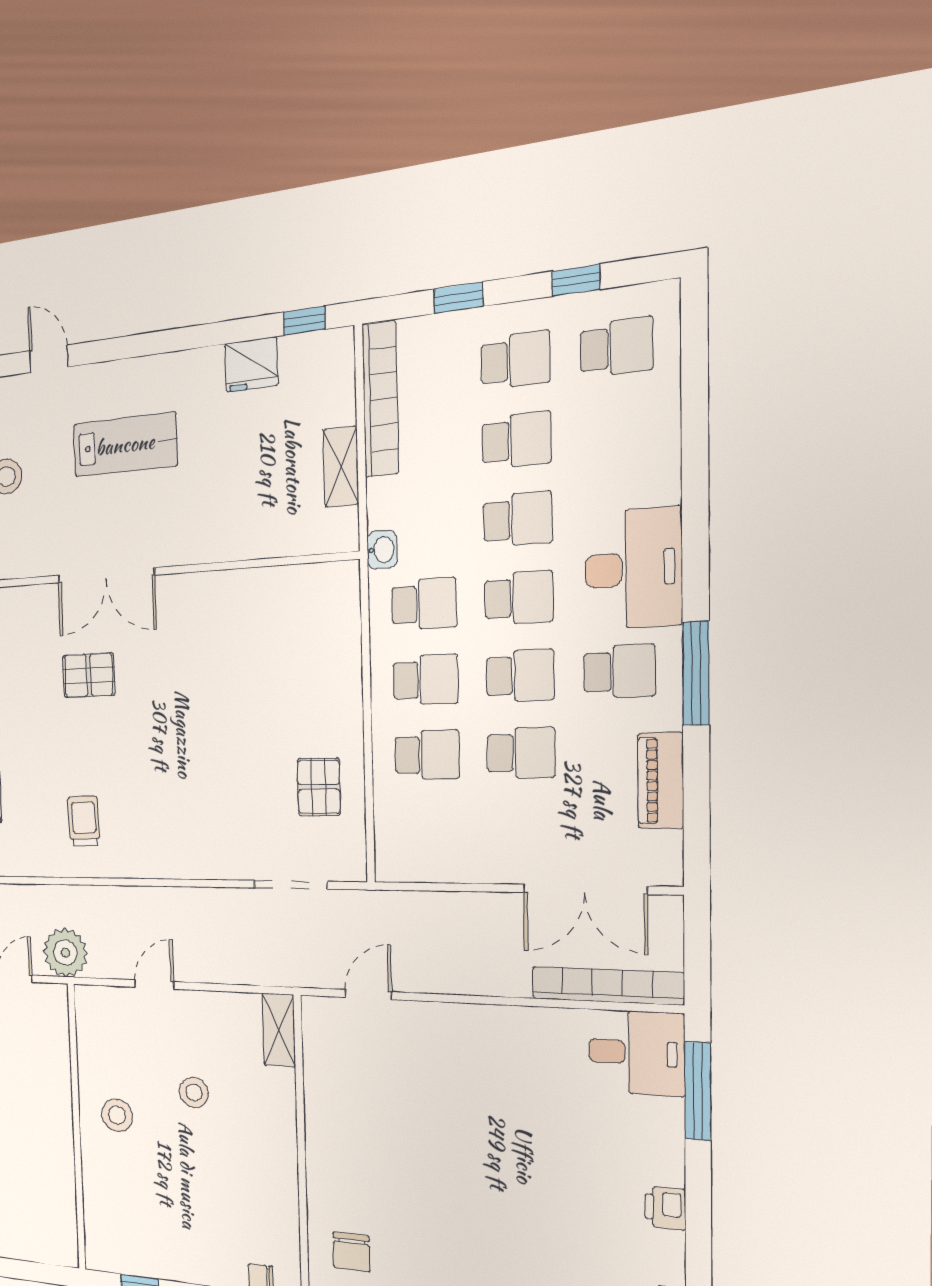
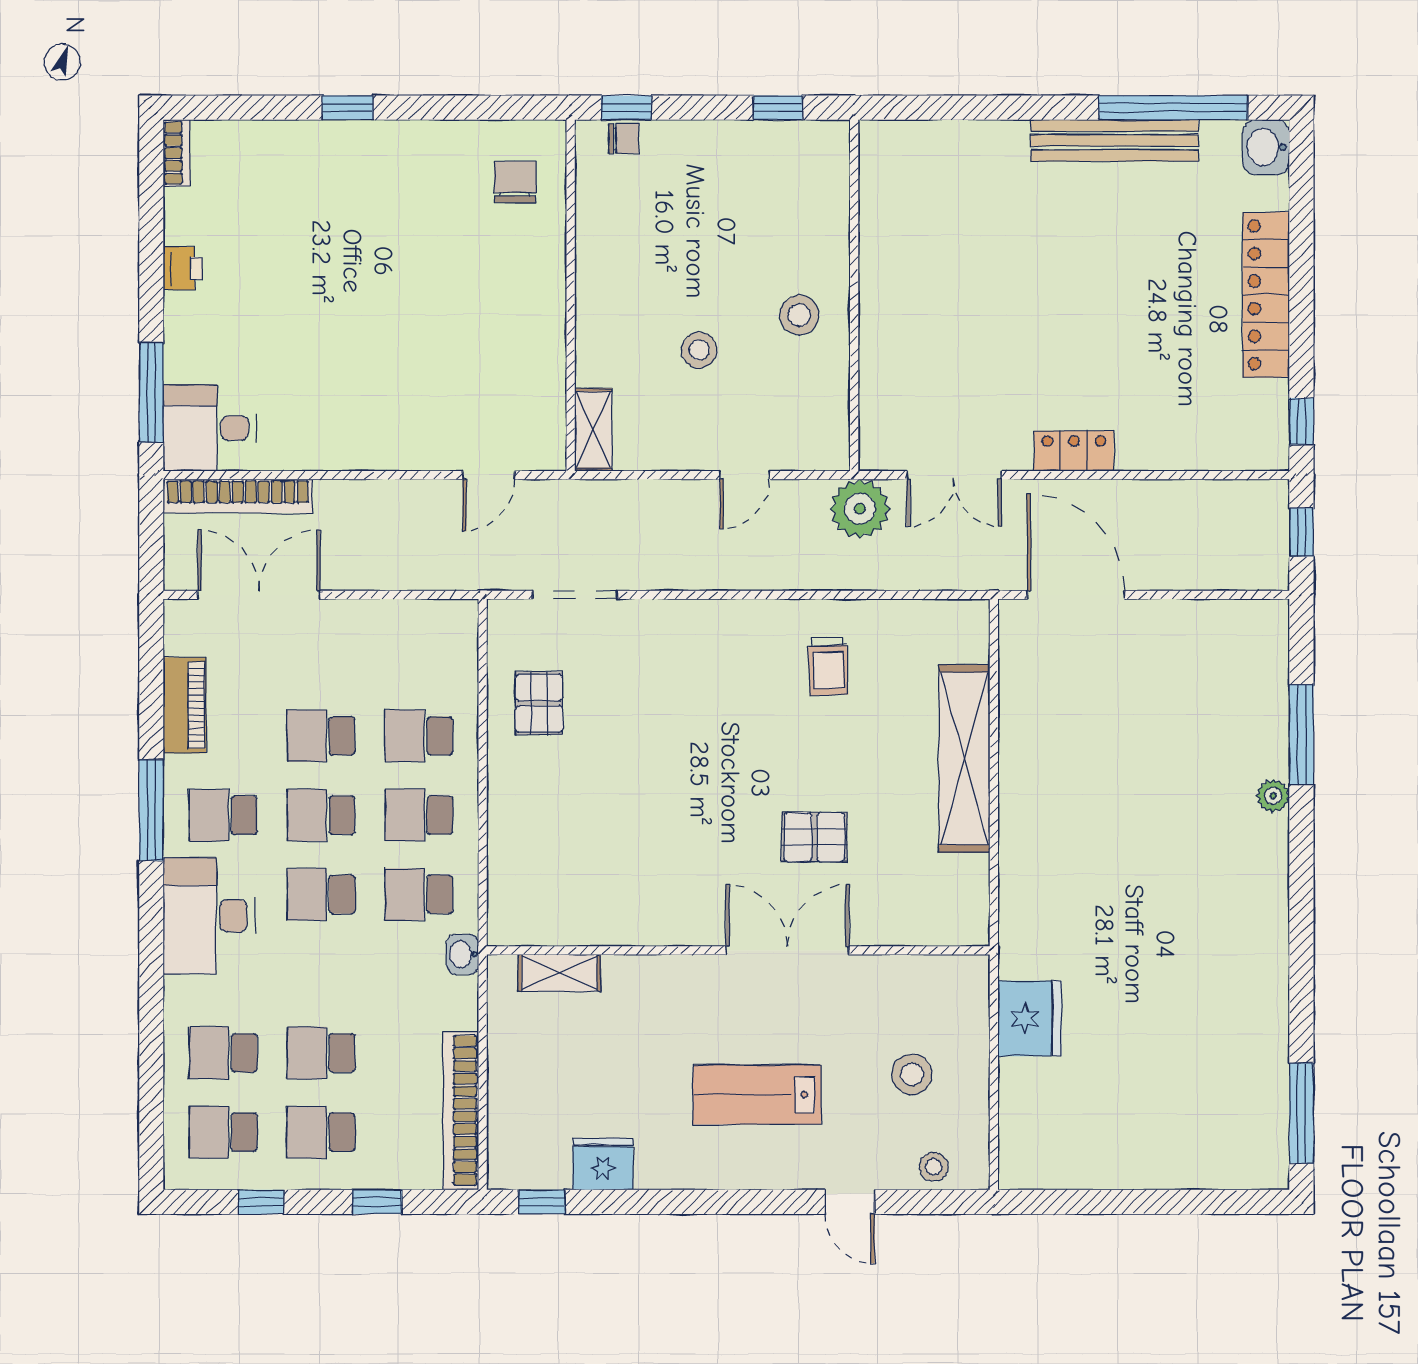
shelving: (341, 467) -> (559, 973), moved, turned 90
school desk: (518, 519) -> (223, 1053), moved

